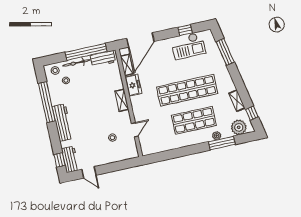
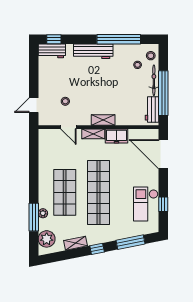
shelving: (127, 65) -> (93, 134), moved
window: (252, 113) -> (97, 249), moved
door: (89, 172) -> (34, 105), moved

